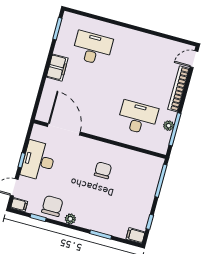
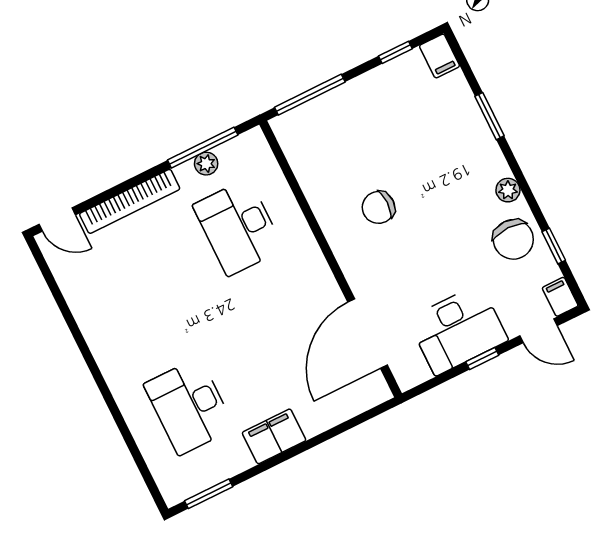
chair: (52, 206) -> (513, 239), turned -90

